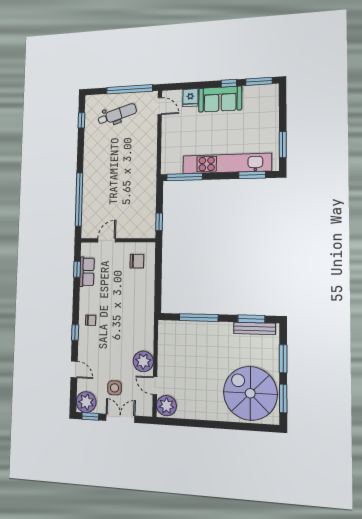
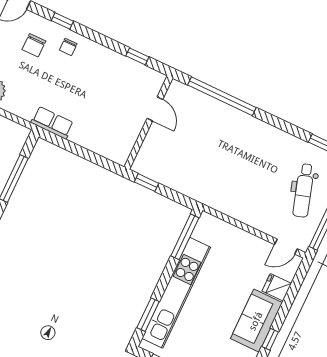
chair: (137, 261) -> (34, 45), moved
row of seats: (87, 272) -> (52, 123), moved, turned 180

